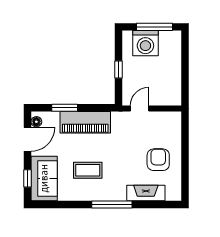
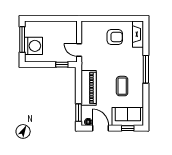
window: (119, 69) -> (62, 65), moved
window: (65, 108) -> (79, 113), moved
armchair: (158, 160) -> (115, 37), turned 180
fireplace: (146, 193) -> (138, 34), moved

